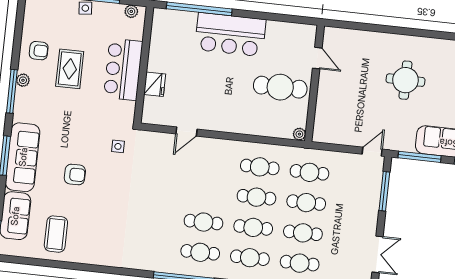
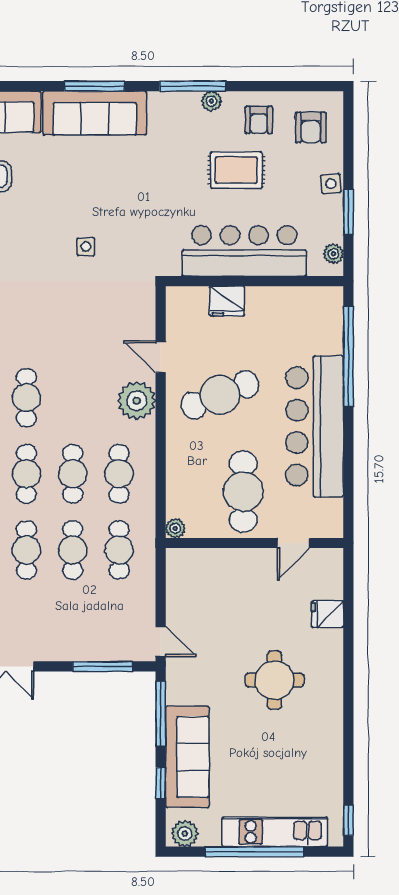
bar counter: (230, 35) -> (315, 426), width x1.36
fridge: (366, 41) -> (327, 614), added
bar counter: (123, 69) -> (244, 251), width x1.36
cafe table: (215, 95) -> (220, 395), added
side table: (118, 146) -> (86, 247), moved
plant: (213, 150) -> (137, 401), added
armchair: (75, 175) -> (311, 127), moved

